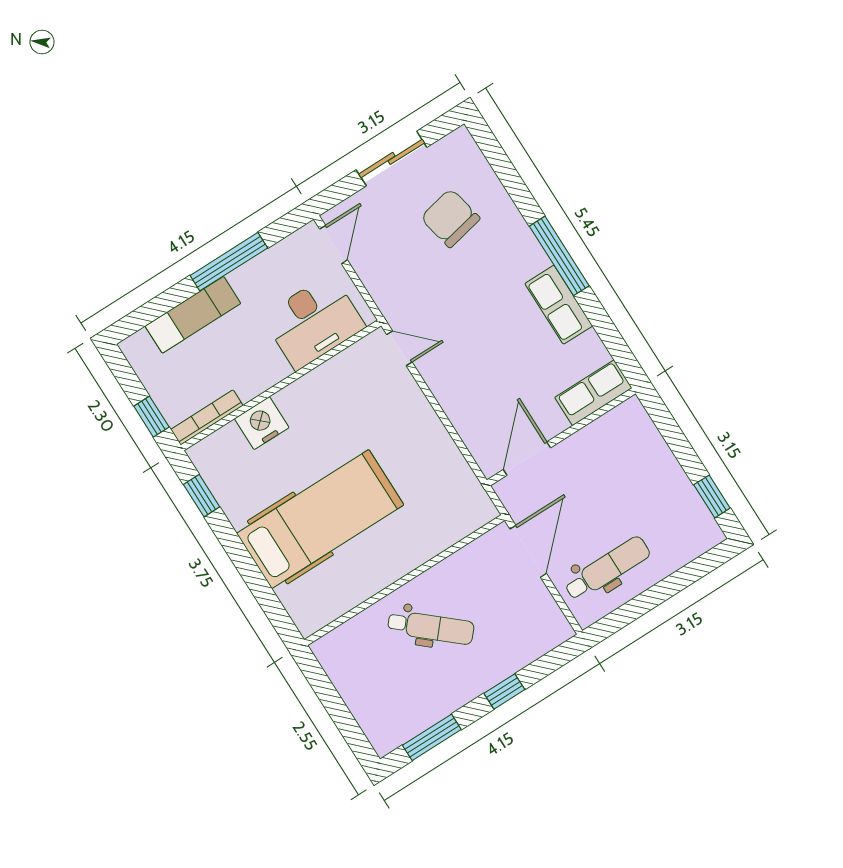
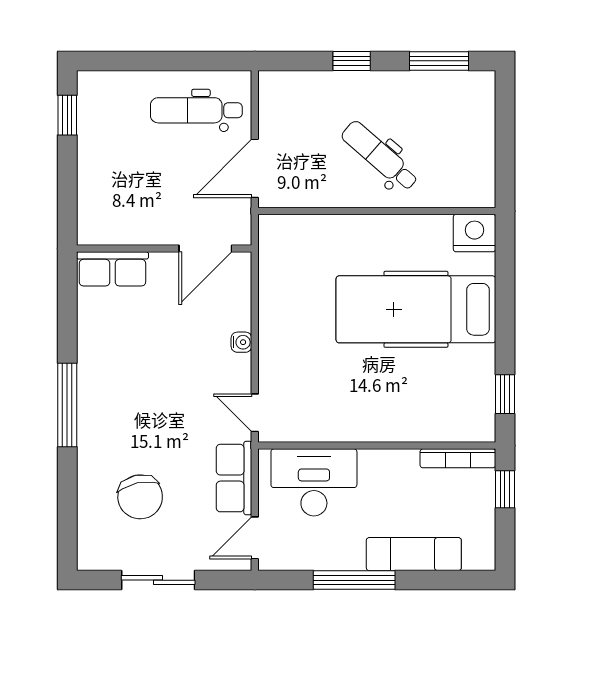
row of seats: (559, 305) -> (234, 478), moved, turned 180
water cooler: (448, 400) -> (241, 342), added
nightstand: (262, 423) -> (474, 233), moved, turned 180

